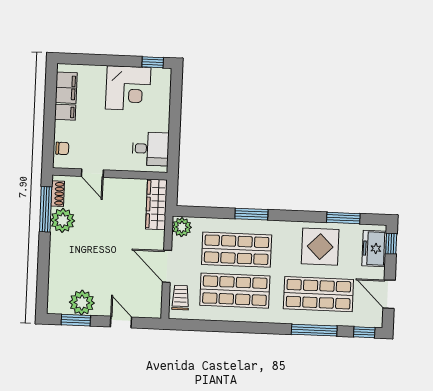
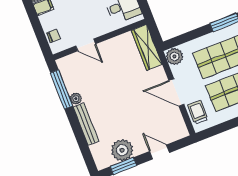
shoe rack: (58, 194) -> (66, 73), removed
plant: (63, 220) -> (76, 99), width x0.53, depth x0.53
bench: (55, 258) -> (86, 124), added

